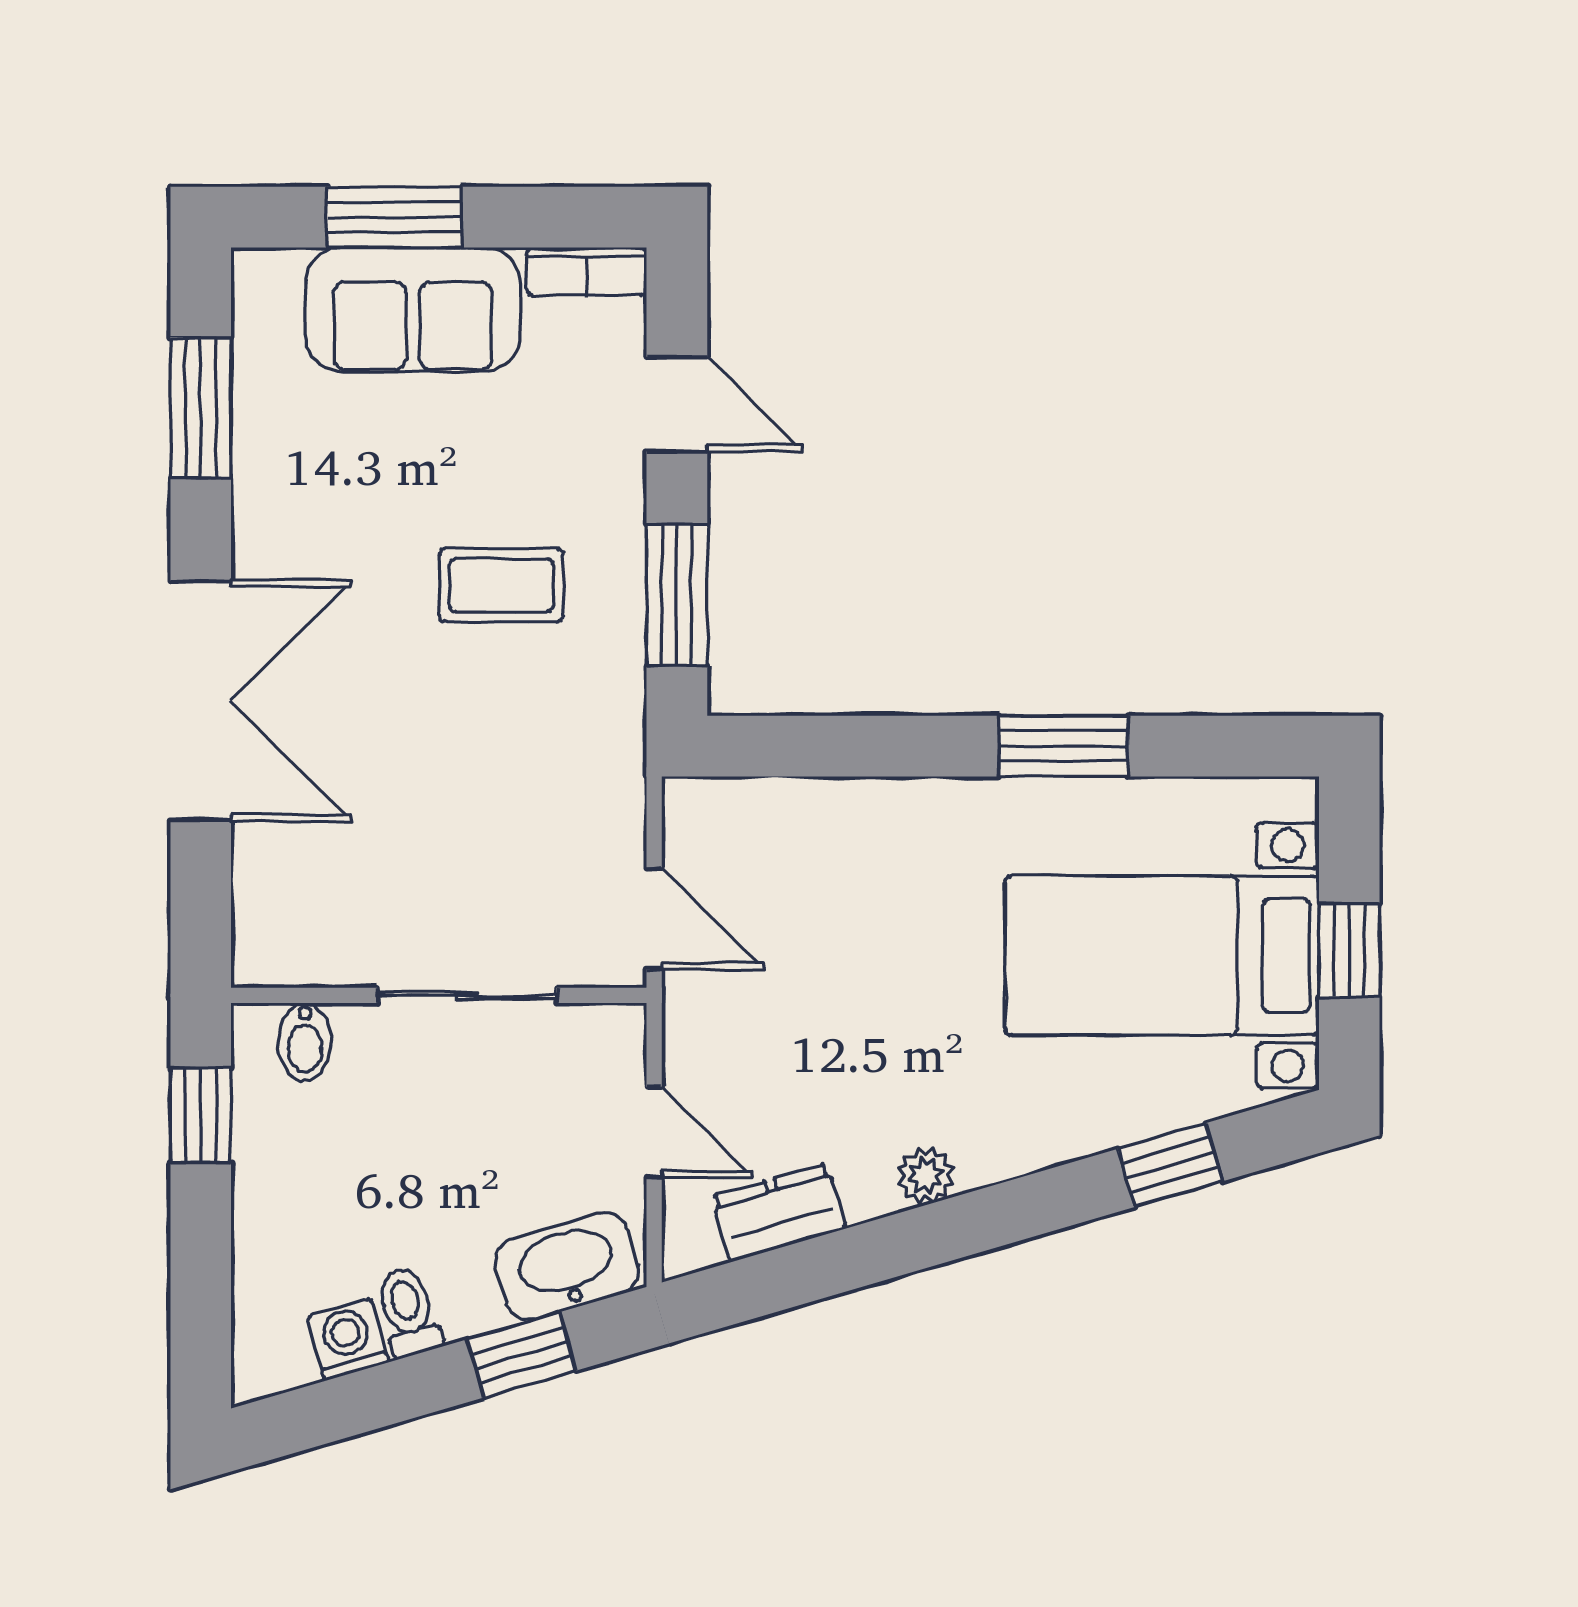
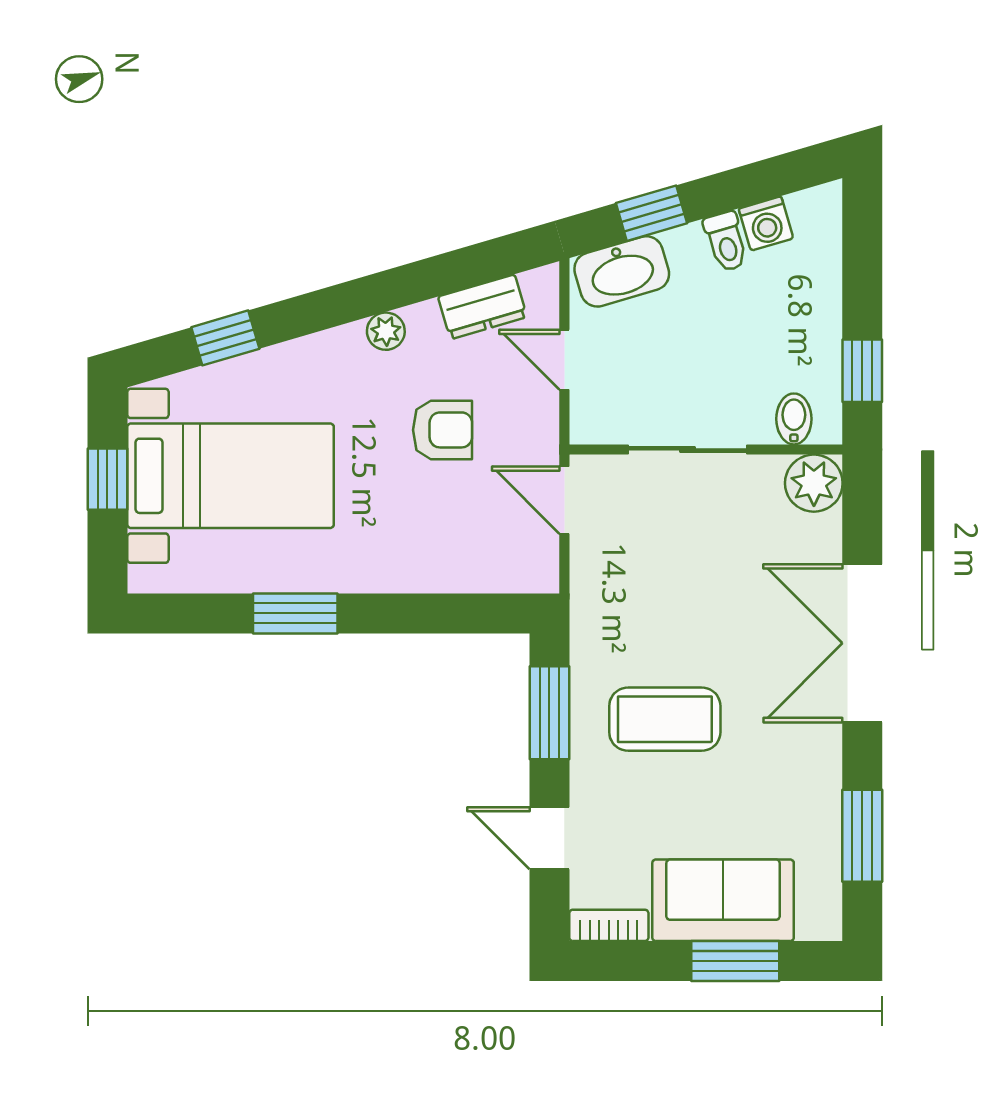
coffee table: (501, 585) -> (665, 719), width x1.36, depth x1.30
plant: (275, 944) -> (814, 483), added
armchair: (839, 1025) -> (443, 430), added

